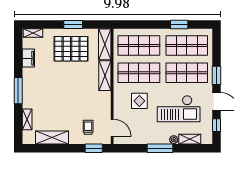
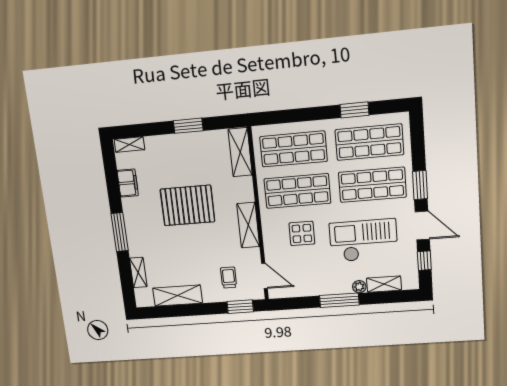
pallet: (71, 49) -> (187, 205), moved
shelving: (105, 76) -> (248, 225), moved
checkout: (179, 109) -> (363, 240), turned 180

